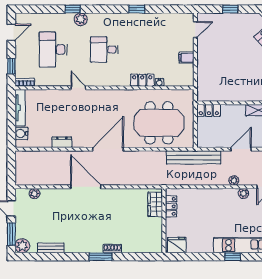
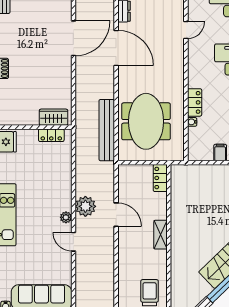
door: (108, 149) -> (116, 48), moved
bench: (194, 157) -> (107, 130), moved
plant: (234, 180) -> (85, 206), width x1.87, depth x1.87

